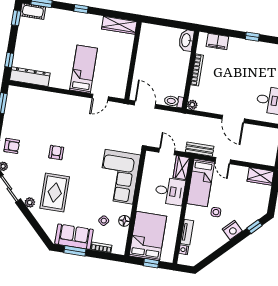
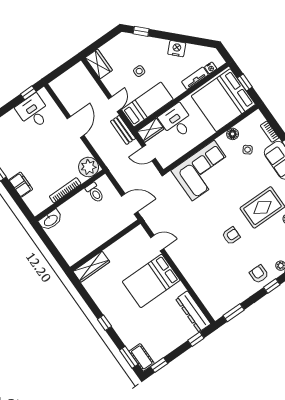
wardrobe: (119, 25) -> (91, 267), moved, turned 90
filing cabinet: (217, 42) -> (21, 185), moved
bed: (84, 69) -> (151, 281), width x1.50
toilet: (174, 101) -> (95, 193), moved
door: (145, 105) -> (130, 204), swing flipped
plant: (192, 105) -> (89, 167), width x1.88, depth x1.88
door: (167, 151) -> (149, 153), hinge flipped
armchair: (56, 152) -> (231, 236), turned 180
side table: (216, 212) -> (139, 71), moved
nightstand: (232, 230) -> (177, 49), moved
bed: (148, 236) -> (223, 100), width x1.36

